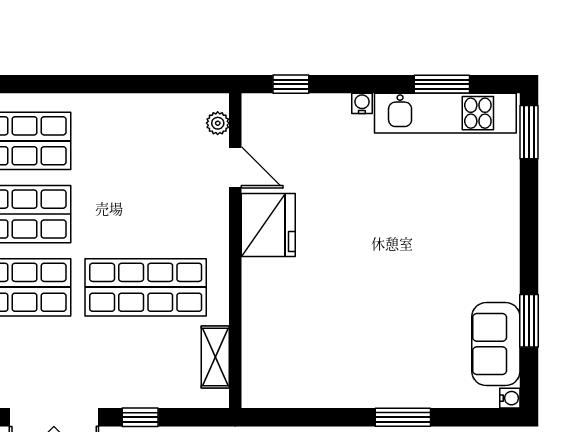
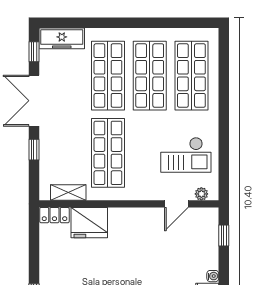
checkout: (149, 150) -> (186, 155), added
fridge: (268, 225) -> (89, 223), moved
locker: (255, 381) -> (54, 215), added

